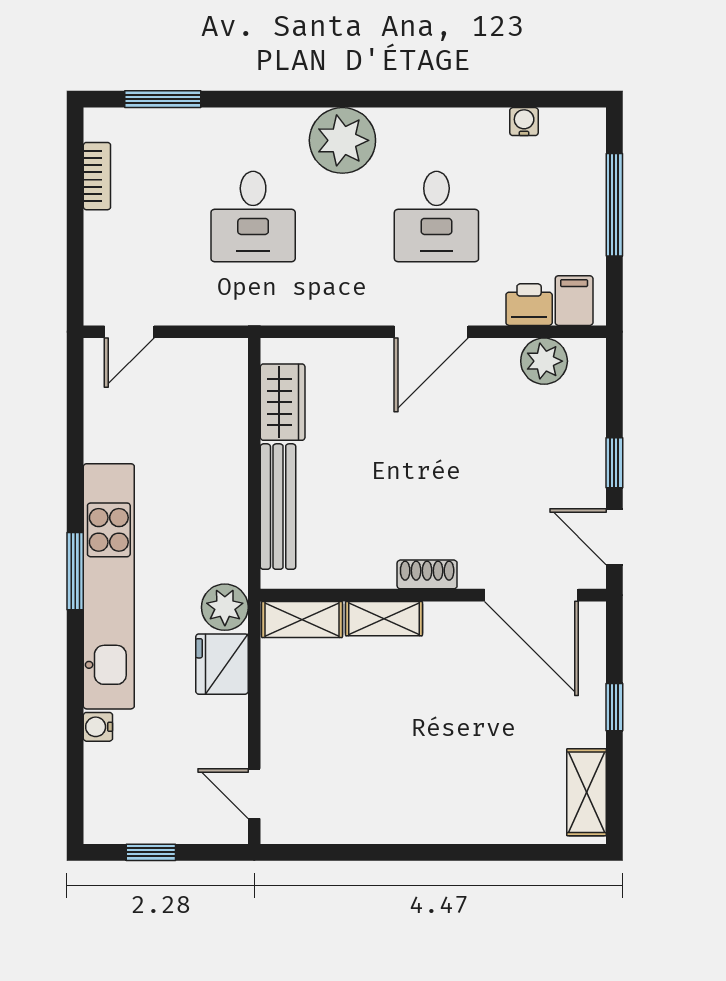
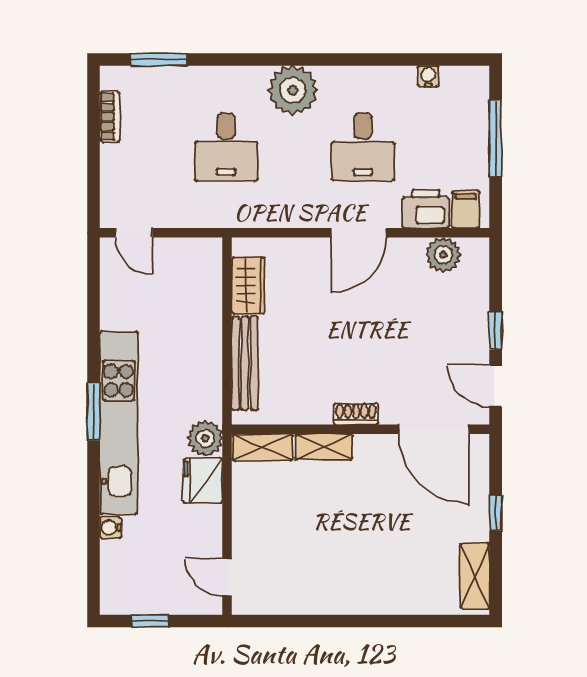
printer: (529, 305) -> (426, 209), width x1.36, depth x1.24
door: (129, 332) -> (134, 233), hinge flipped

